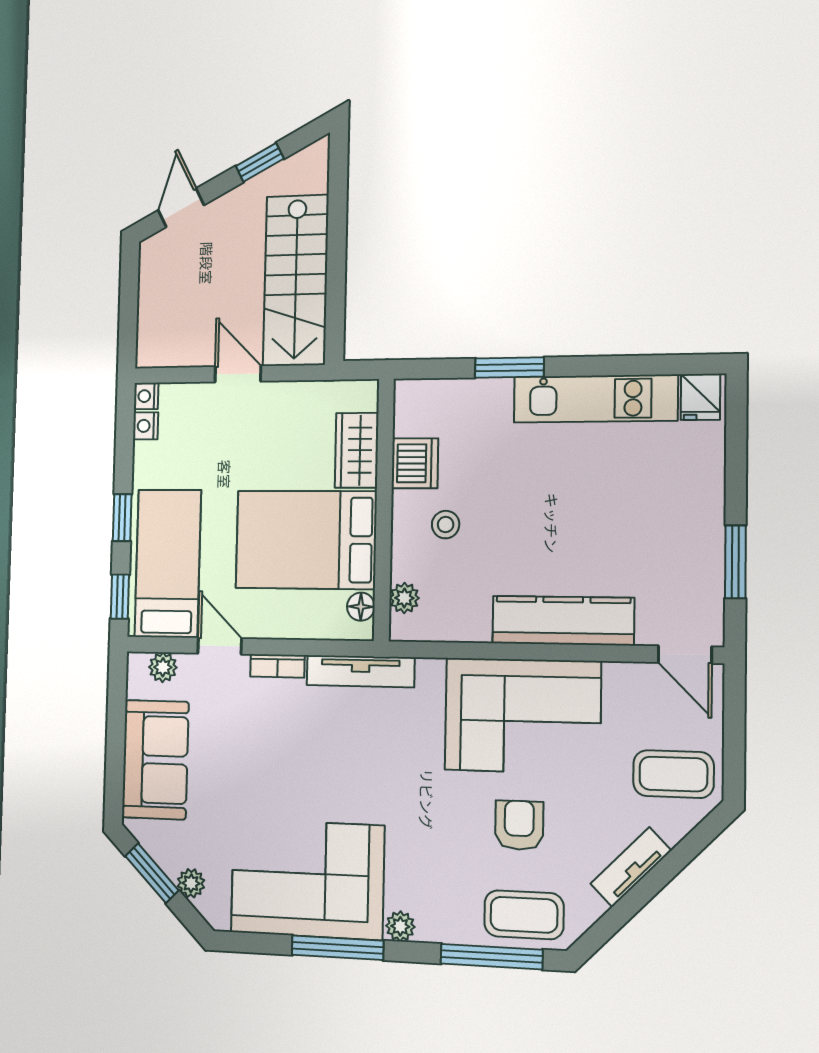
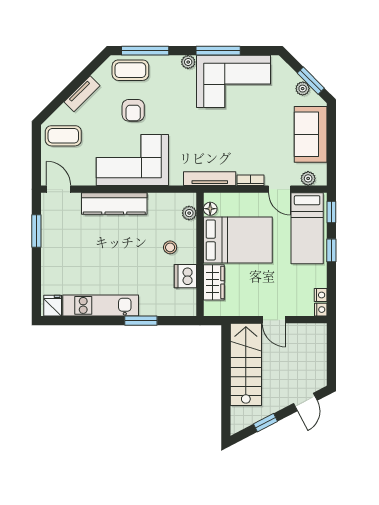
plant: (191, 883) -> (303, 89), moved

